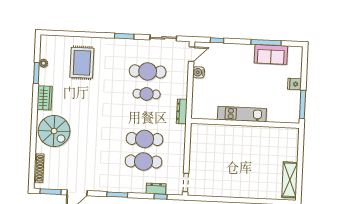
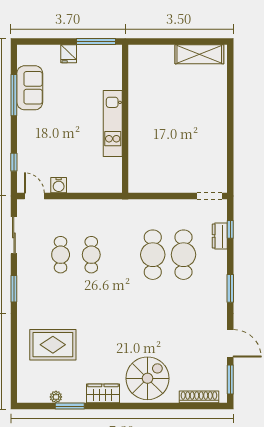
cafe table: (148, 71) -> (61, 255), width x0.73, depth x0.74
dresser: (182, 111) -> (113, 206), removed

